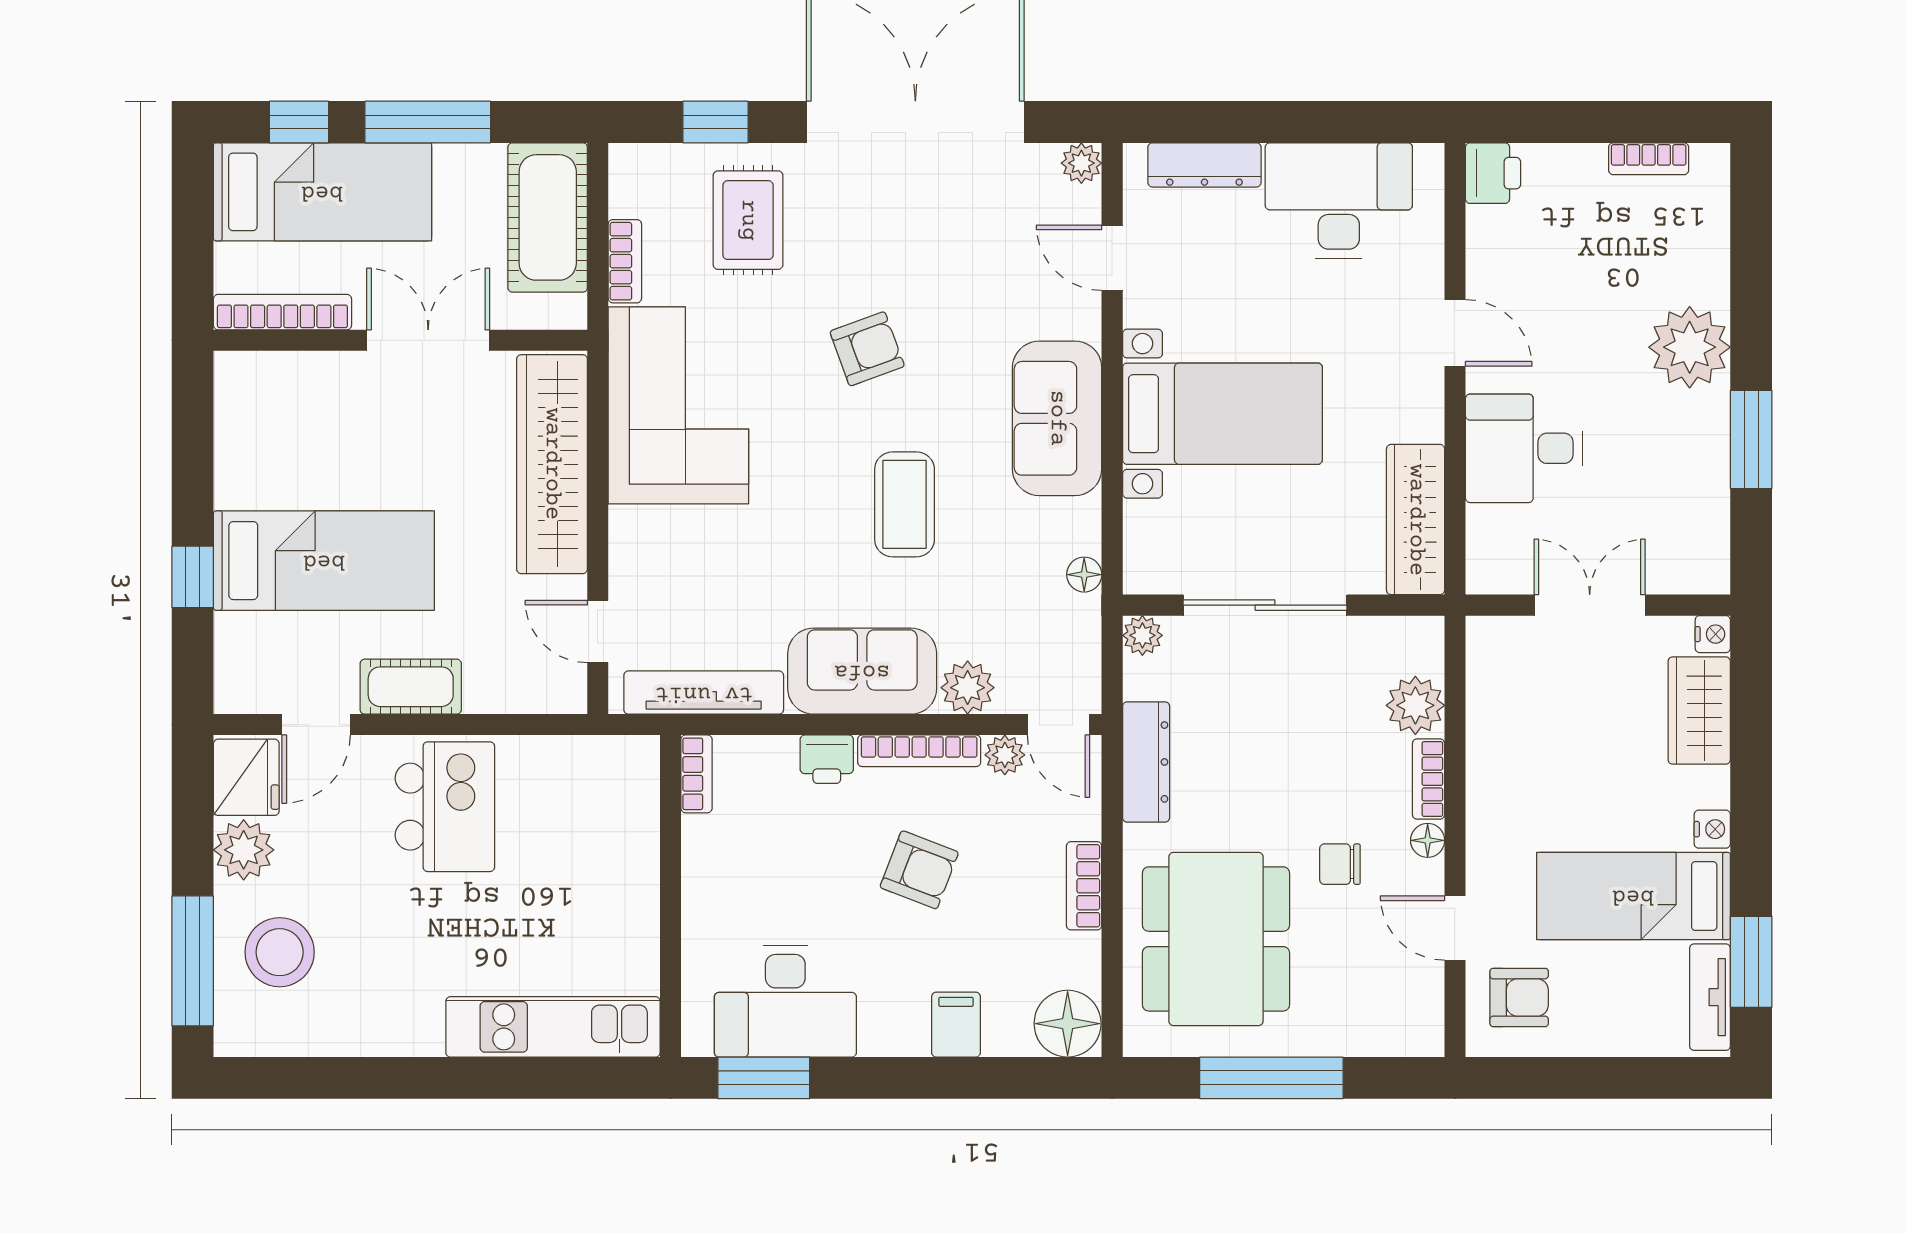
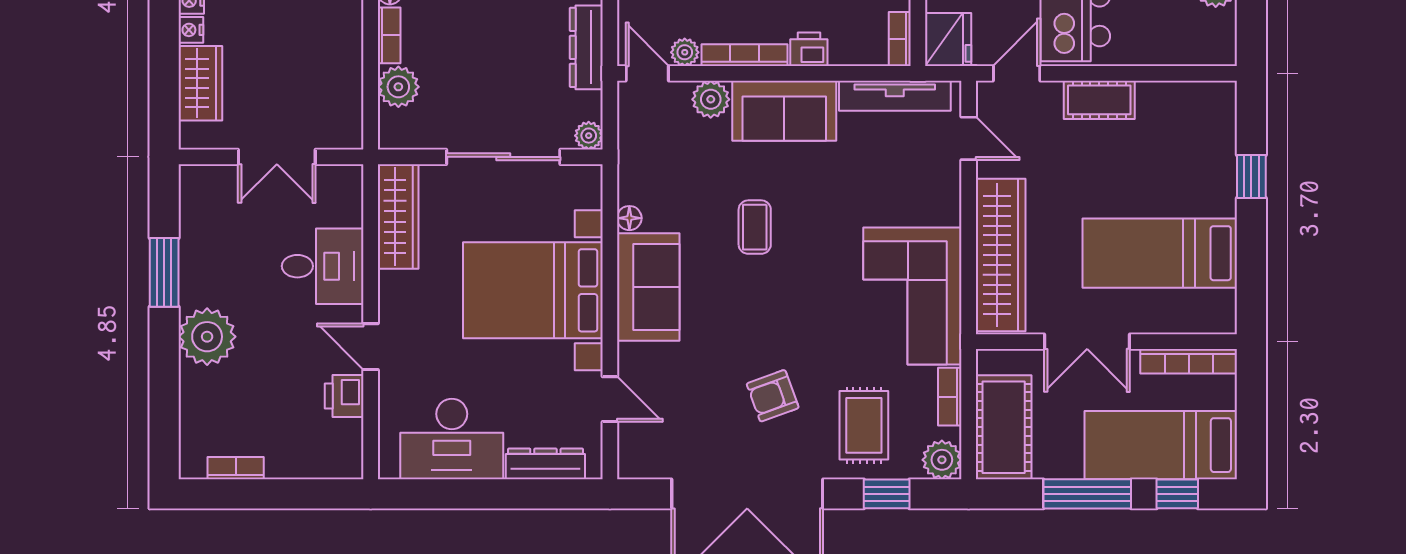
plant: (1081, 163) -> (942, 460), moved, width x1.38, depth x1.38
printer: (1493, 173) -> (344, 396), moved
armchair: (867, 349) -> (773, 396), moved
bed with nightstands: (1222, 414) -> (533, 290), width x1.36
coffee table: (905, 504) -> (755, 227), width x0.73, depth x0.77
bed: (324, 561) -> (1160, 253), moved
floor lamp: (1084, 575) -> (629, 218), moved
nightstand: (1713, 634) -> (191, 30), moved
door: (316, 725) -> (1017, 73), moved
fridge: (246, 777) -> (948, 39), moved, turned 180

